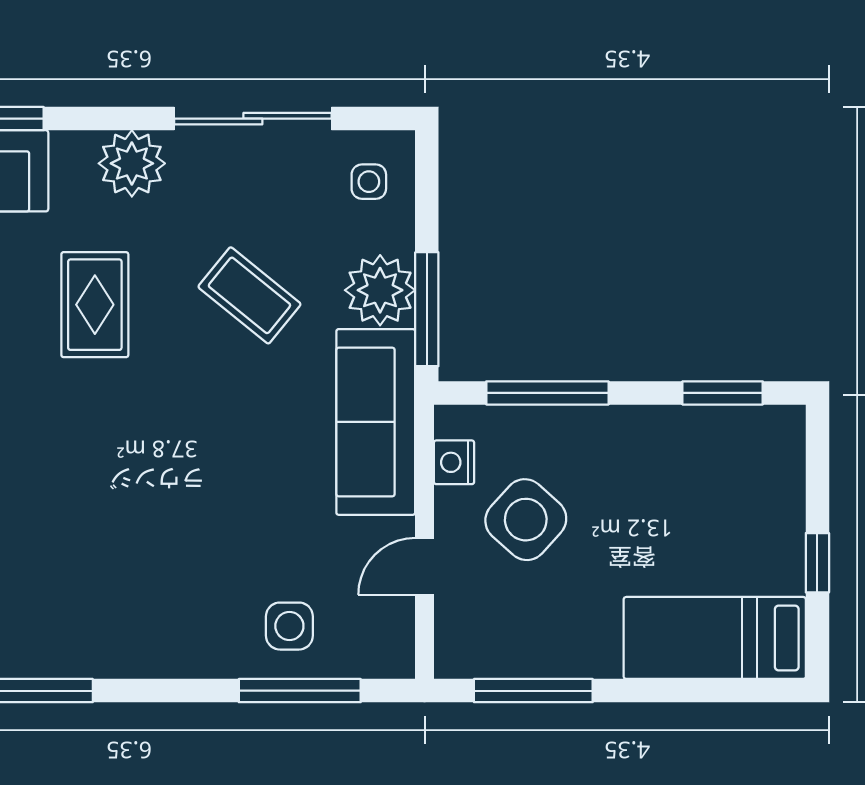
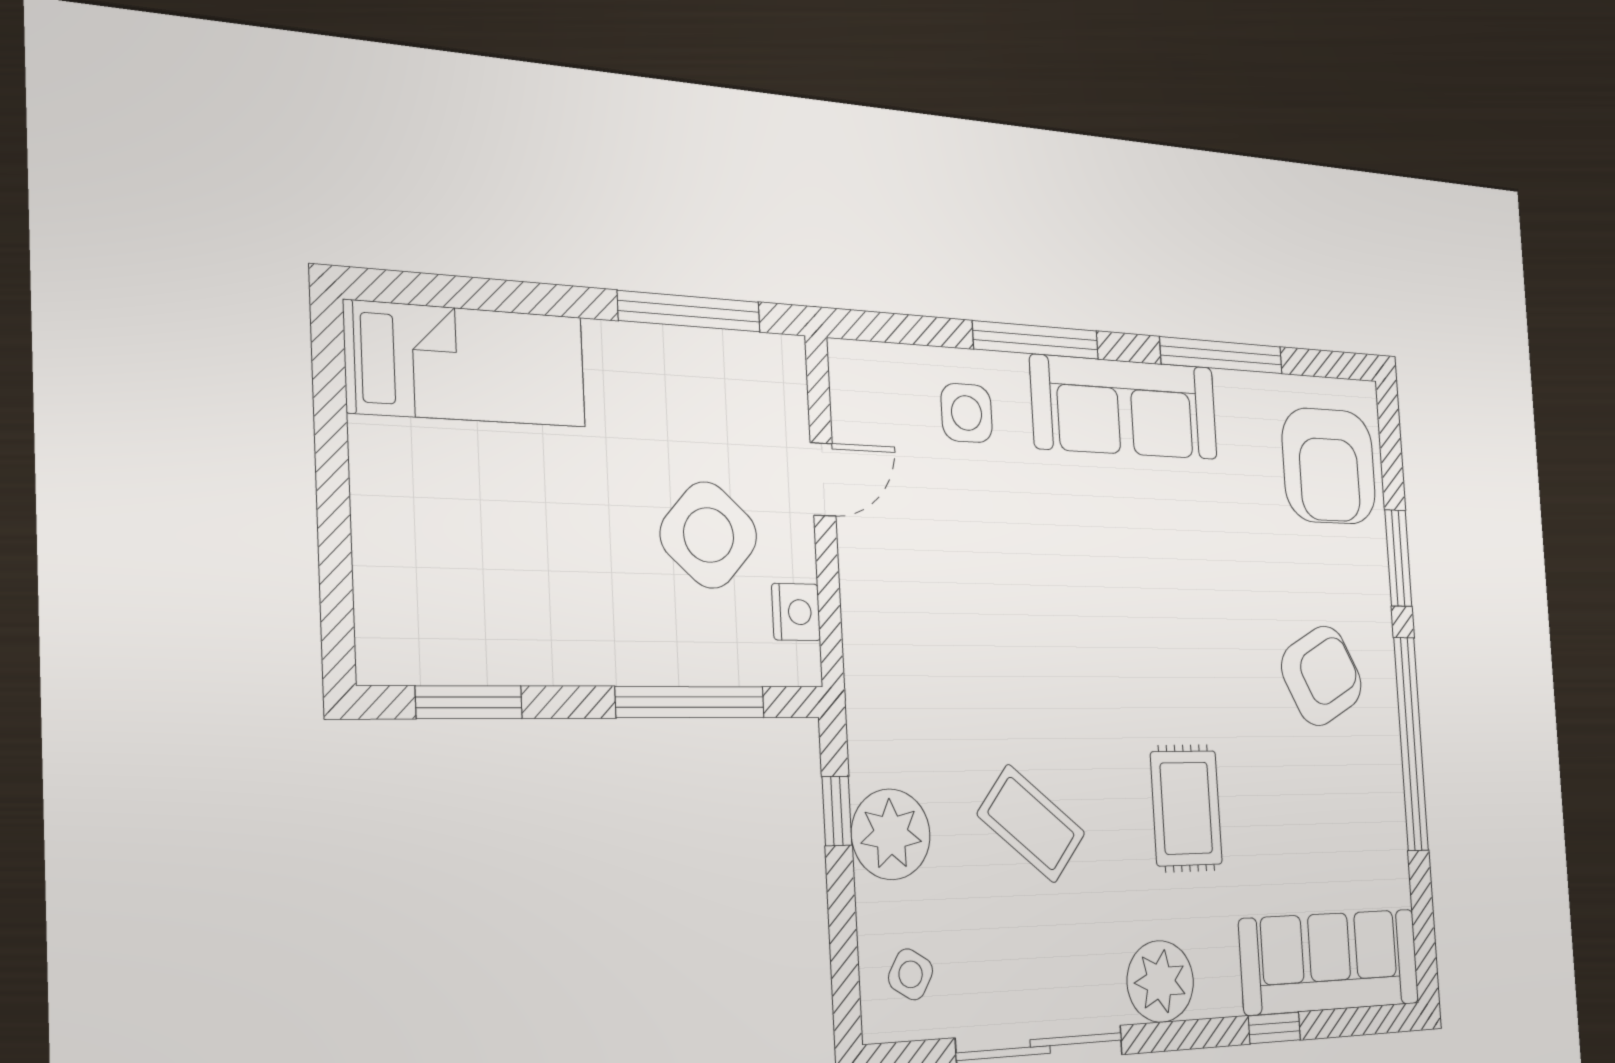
side table: (369, 182) -> (911, 974), turned 31
window: (427, 309) -> (837, 811), width x0.46
sofa: (376, 422) -> (1125, 407), moved, turned 90
window: (817, 563) -> (332, 461), removed
window: (300, 691) -> (1036, 340), moved

